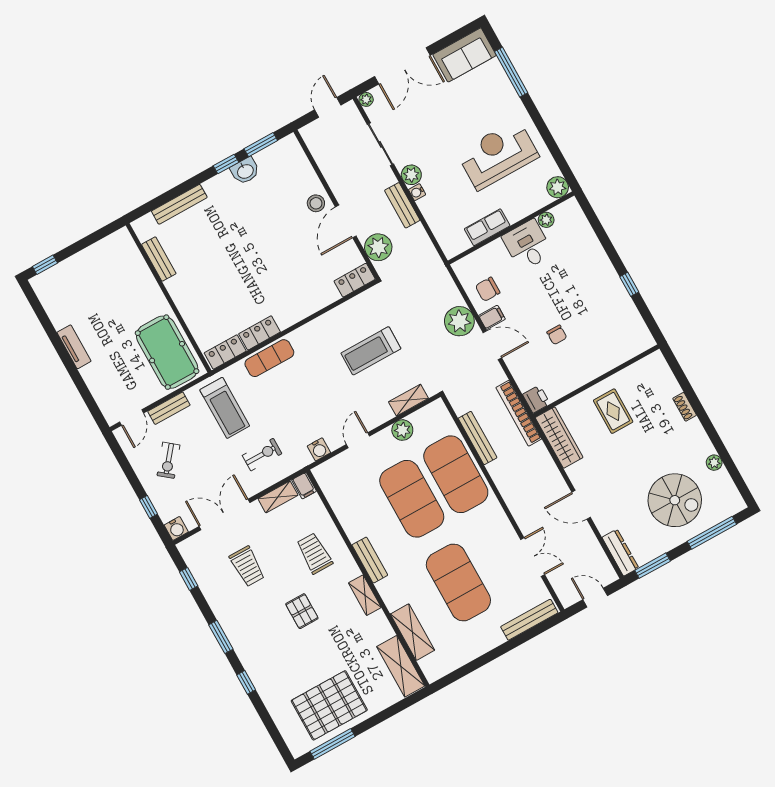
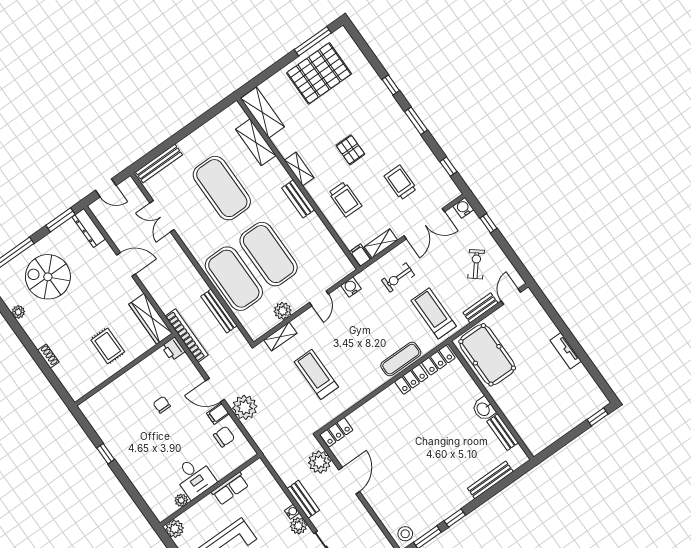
washbasin: (245, 171) -> (484, 409), moved, turned -90
stool: (316, 203) -> (405, 534), moved
treadmill: (371, 351) -> (316, 374), turned -90

